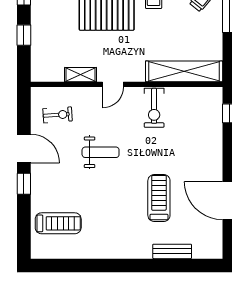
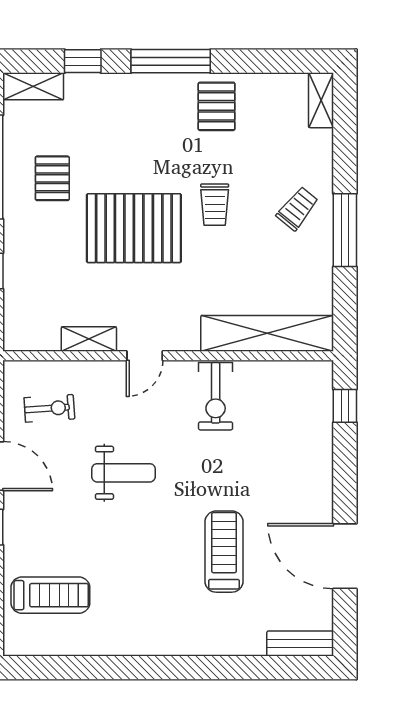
bench: (172, 251) -> (300, 644), moved

